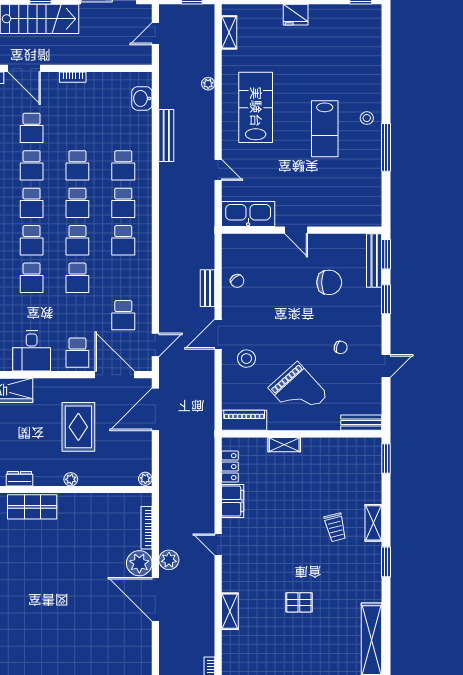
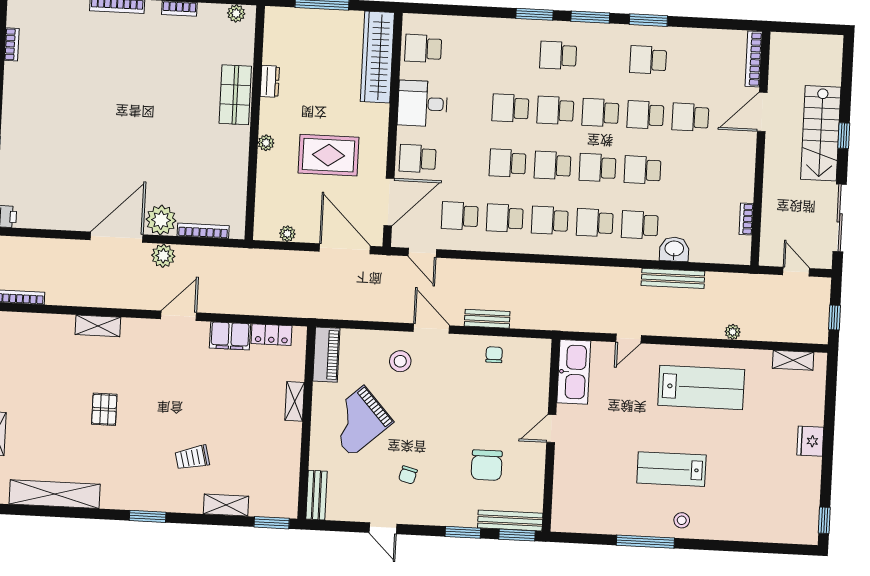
bookcase: (73, 77) -> (746, 219), moved
washbasin: (142, 98) -> (674, 249), moved
school desk: (123, 278) -> (505, 218), added
chair: (237, 281) -> (494, 355), turned 128
plant: (145, 479) -> (287, 234), moved
shelving: (373, 523) -> (226, 505), moved
door: (218, 545) -> (179, 316), width x1.38

